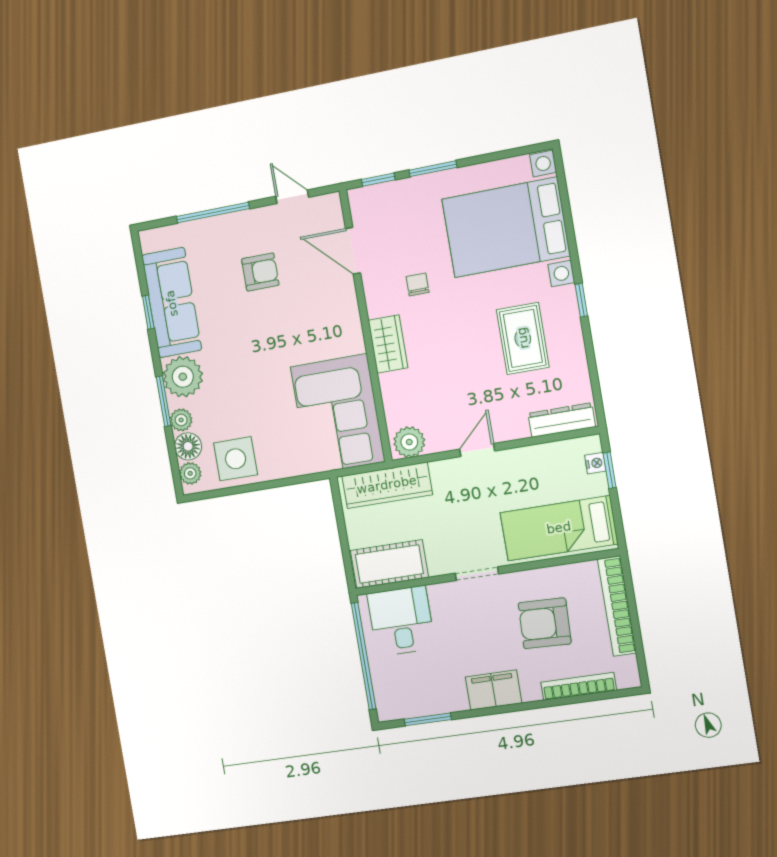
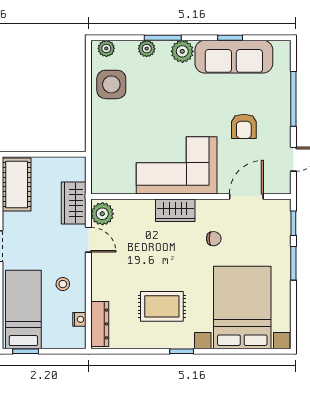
plant: (183, 377) -> (182, 51), width x0.73, depth x0.73
corner sofa: (338, 414) -> (177, 165), moved
floor lamp: (188, 446) -> (126, 50), removed
door: (477, 450) -> (88, 240), moved
nightstand: (595, 463) -> (79, 319), moved, turned -90
window: (610, 470) -> (26, 351), moved
stool: (515, 480) -> (63, 284), added
wardrobe: (387, 485) -> (74, 203), width x0.67

